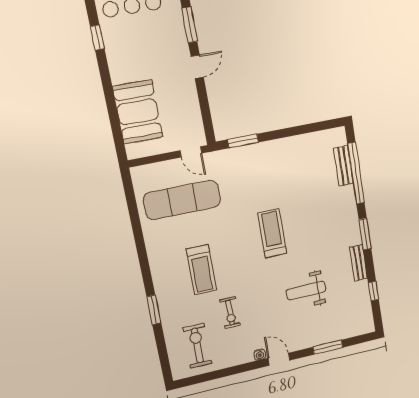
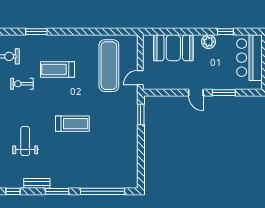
plant: (118, 61) -> (208, 42), added
bench: (343, 166) -> (110, 183), removed

